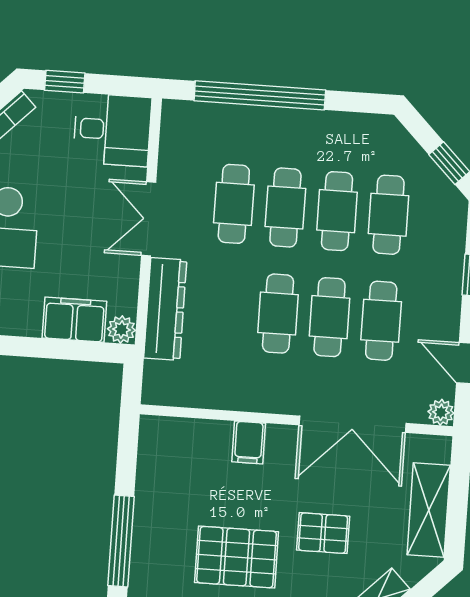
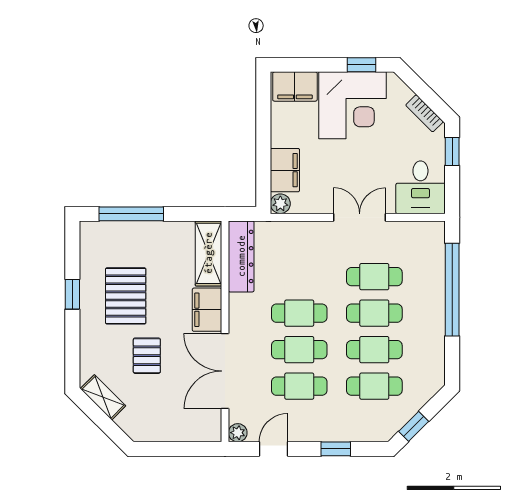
dresser: (165, 309) -> (241, 256), moved, turned -90
filing cabinet: (249, 442) -> (207, 310), width x2.00
shelving: (429, 510) -> (208, 253), moved, turned 90

